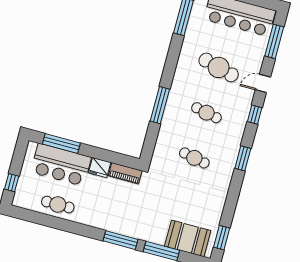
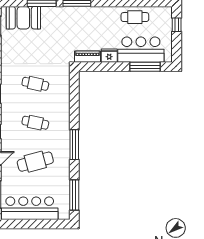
cafe table: (219, 67) -> (35, 162), turned -30
window: (160, 105) -> (74, 145), moved

